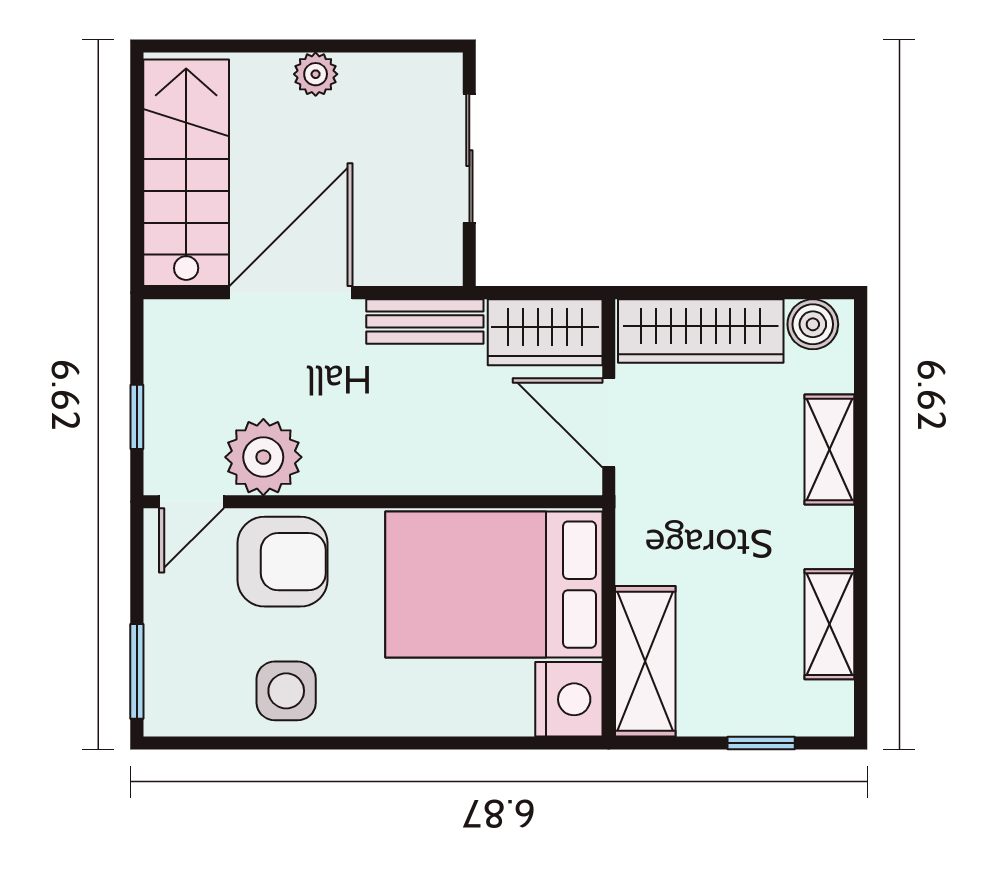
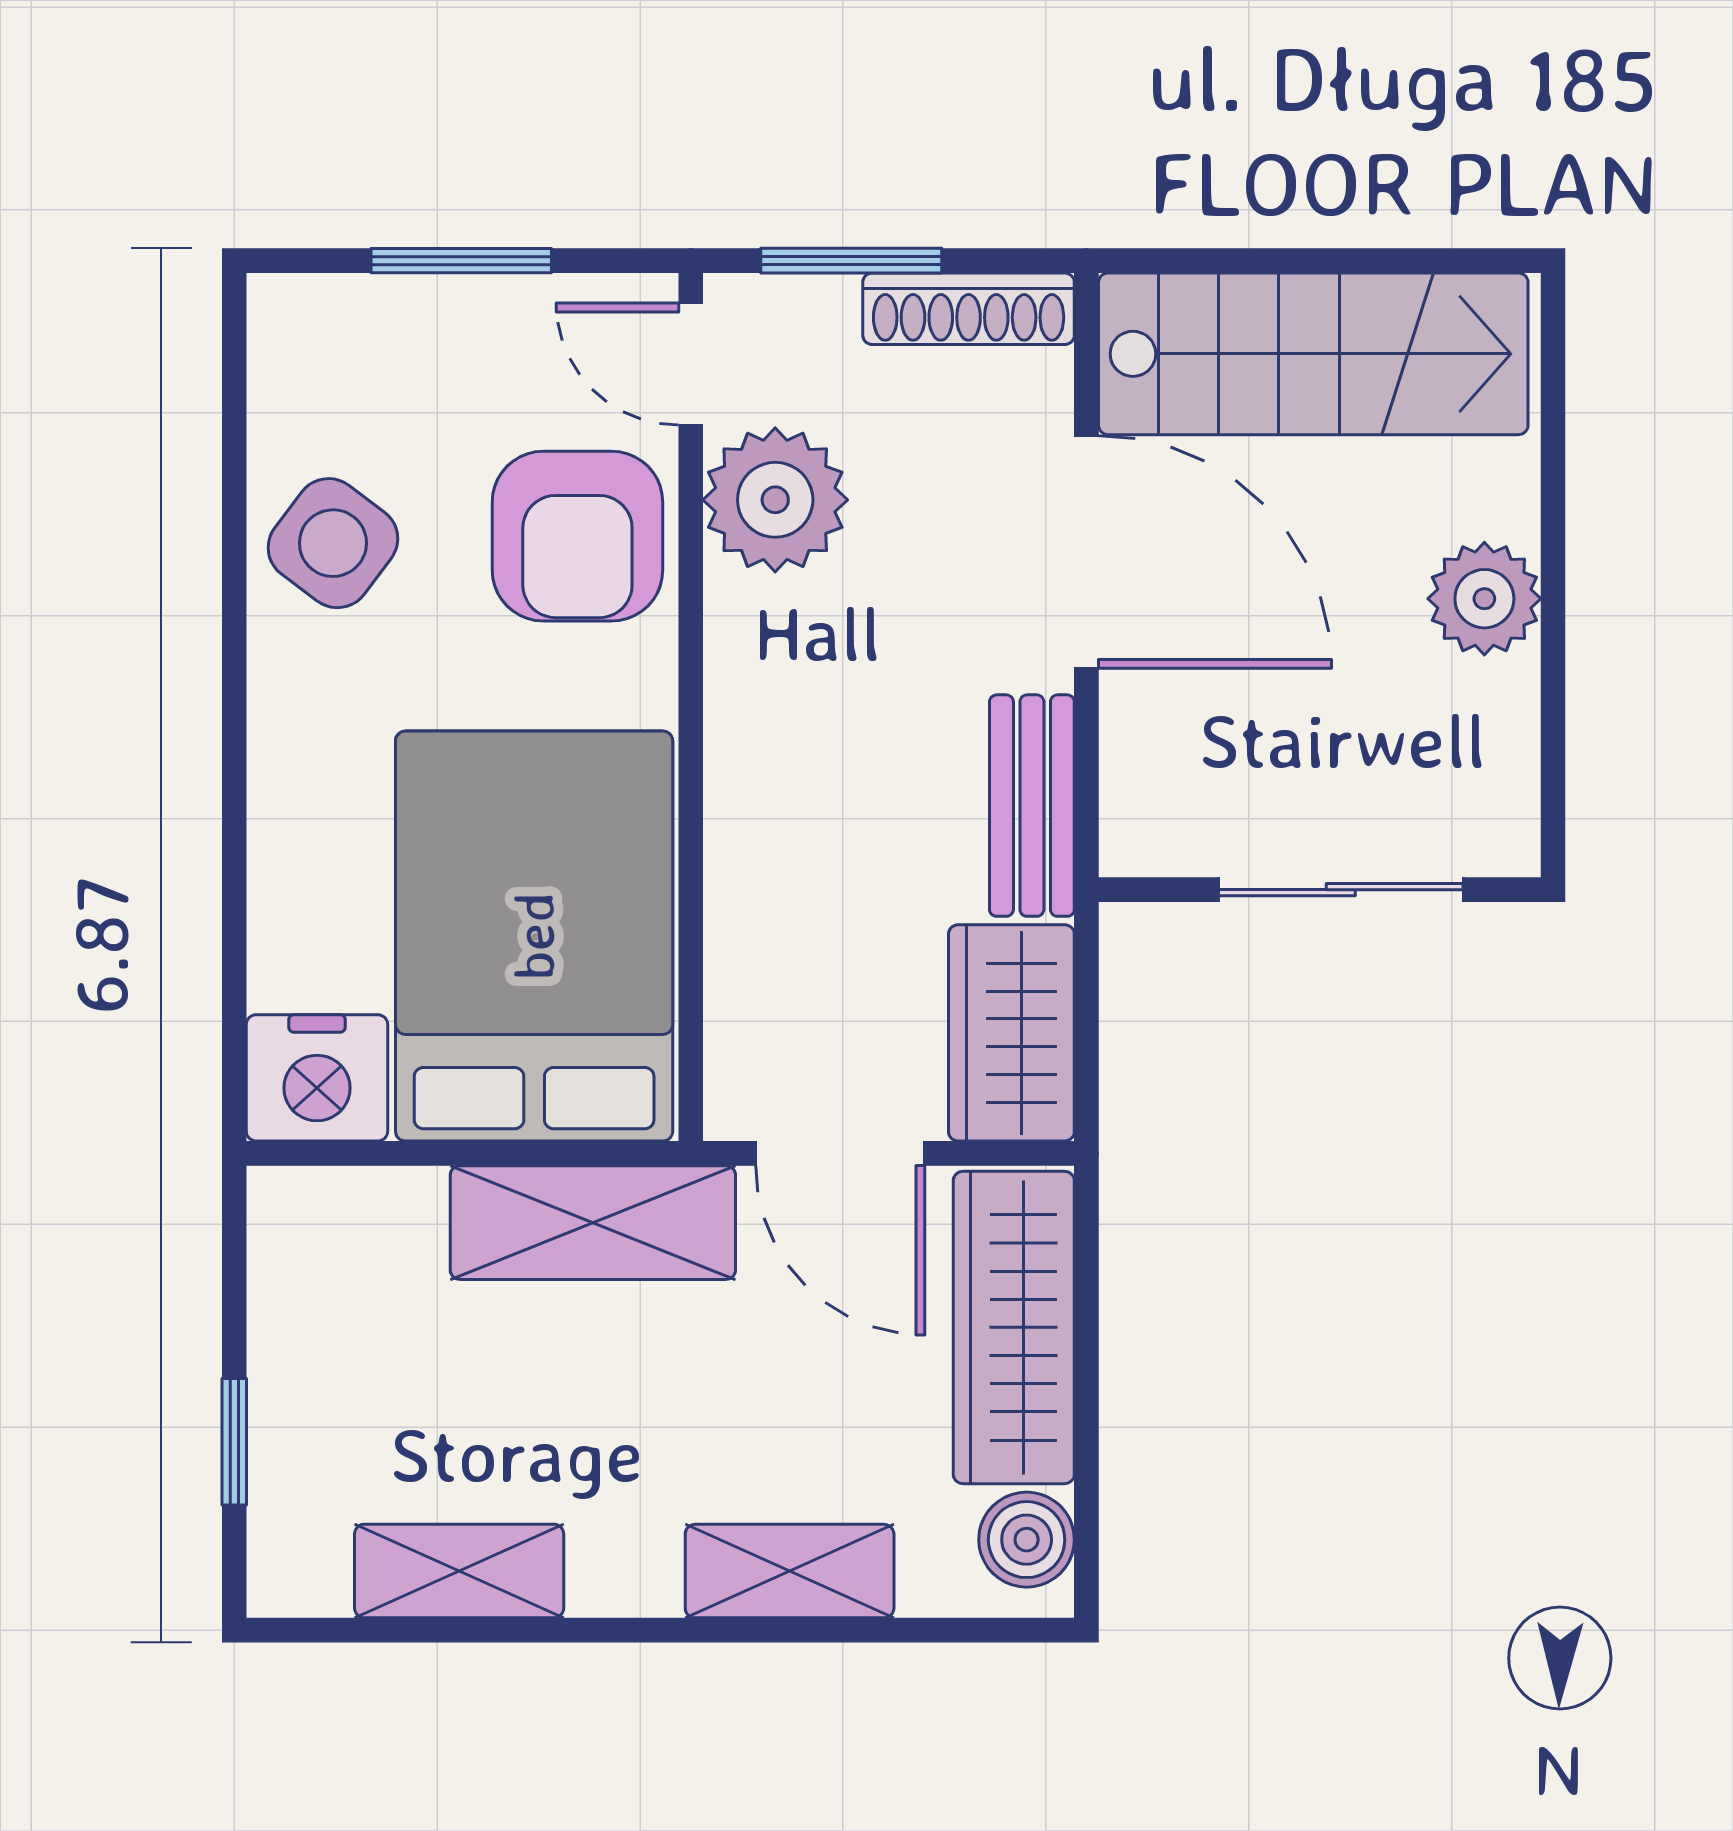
plant: (316, 74) -> (1484, 599), width x1.38, depth x1.38
shoe rack: (162, 355) -> (969, 309), added
window: (137, 417) -> (851, 261), width x1.50
door: (609, 423) -> (840, 1153), swing flipped
shelving: (645, 661) -> (593, 1223), moved
window: (137, 671) -> (461, 261), moved
side table: (286, 691) -> (333, 543), turned 37

